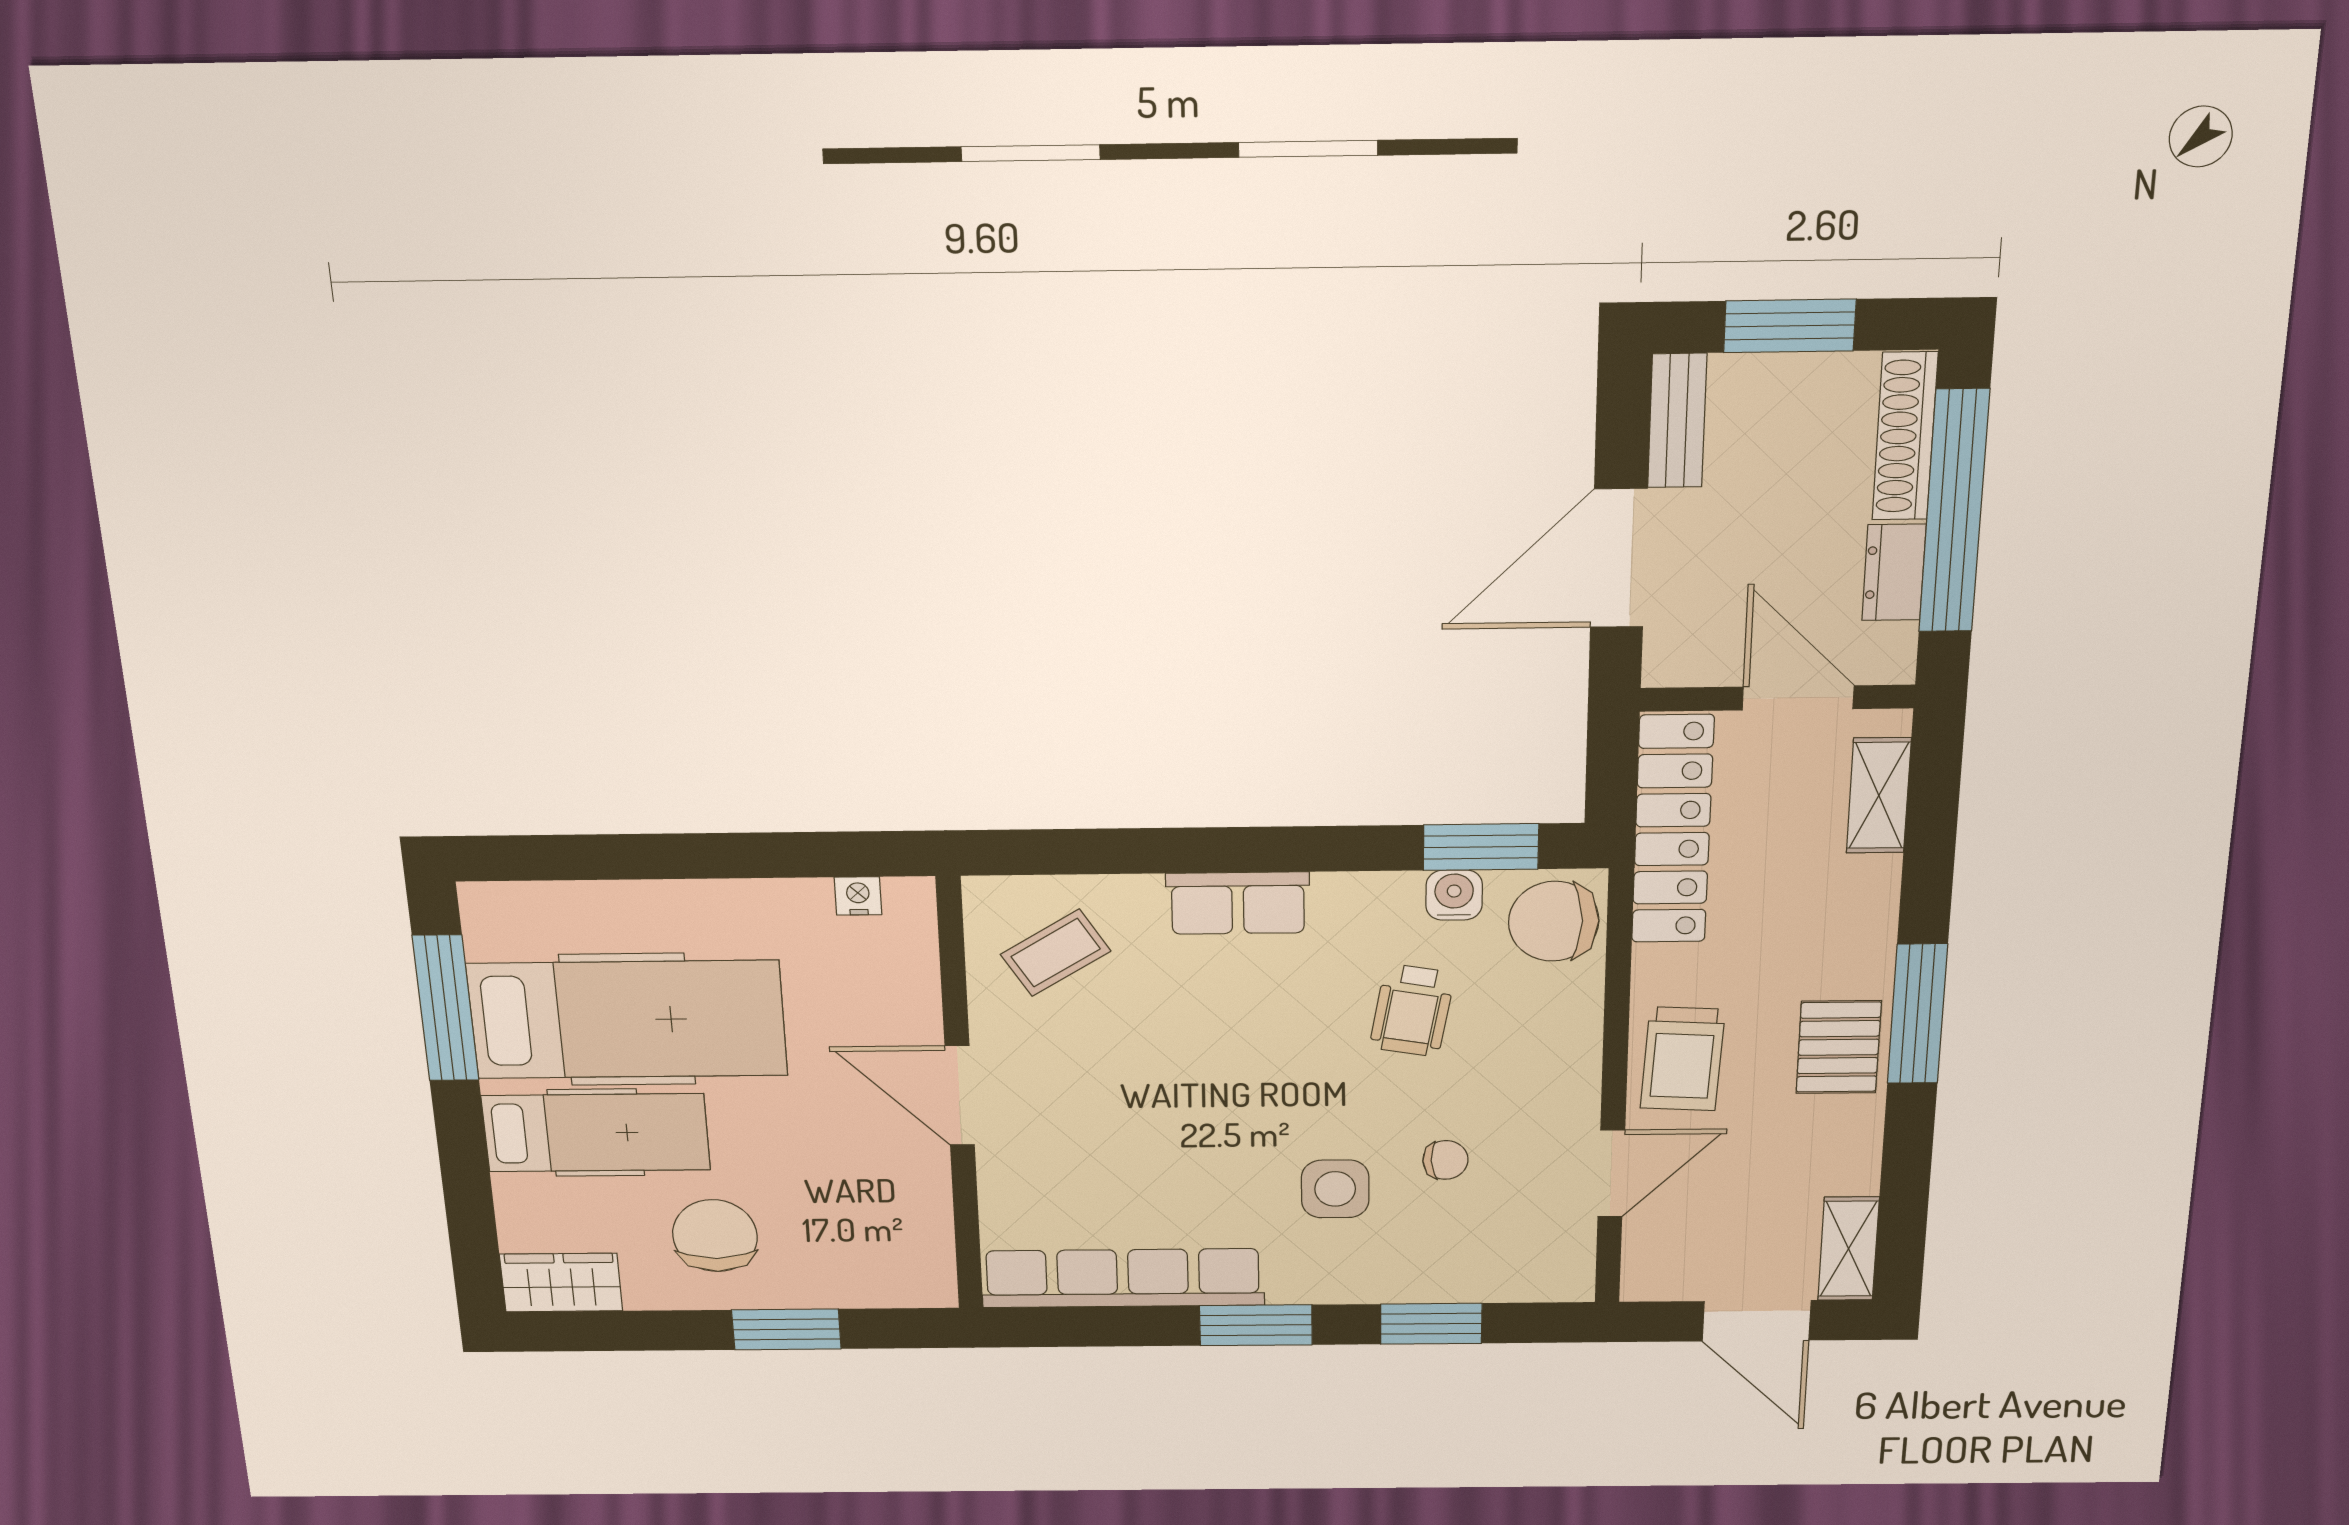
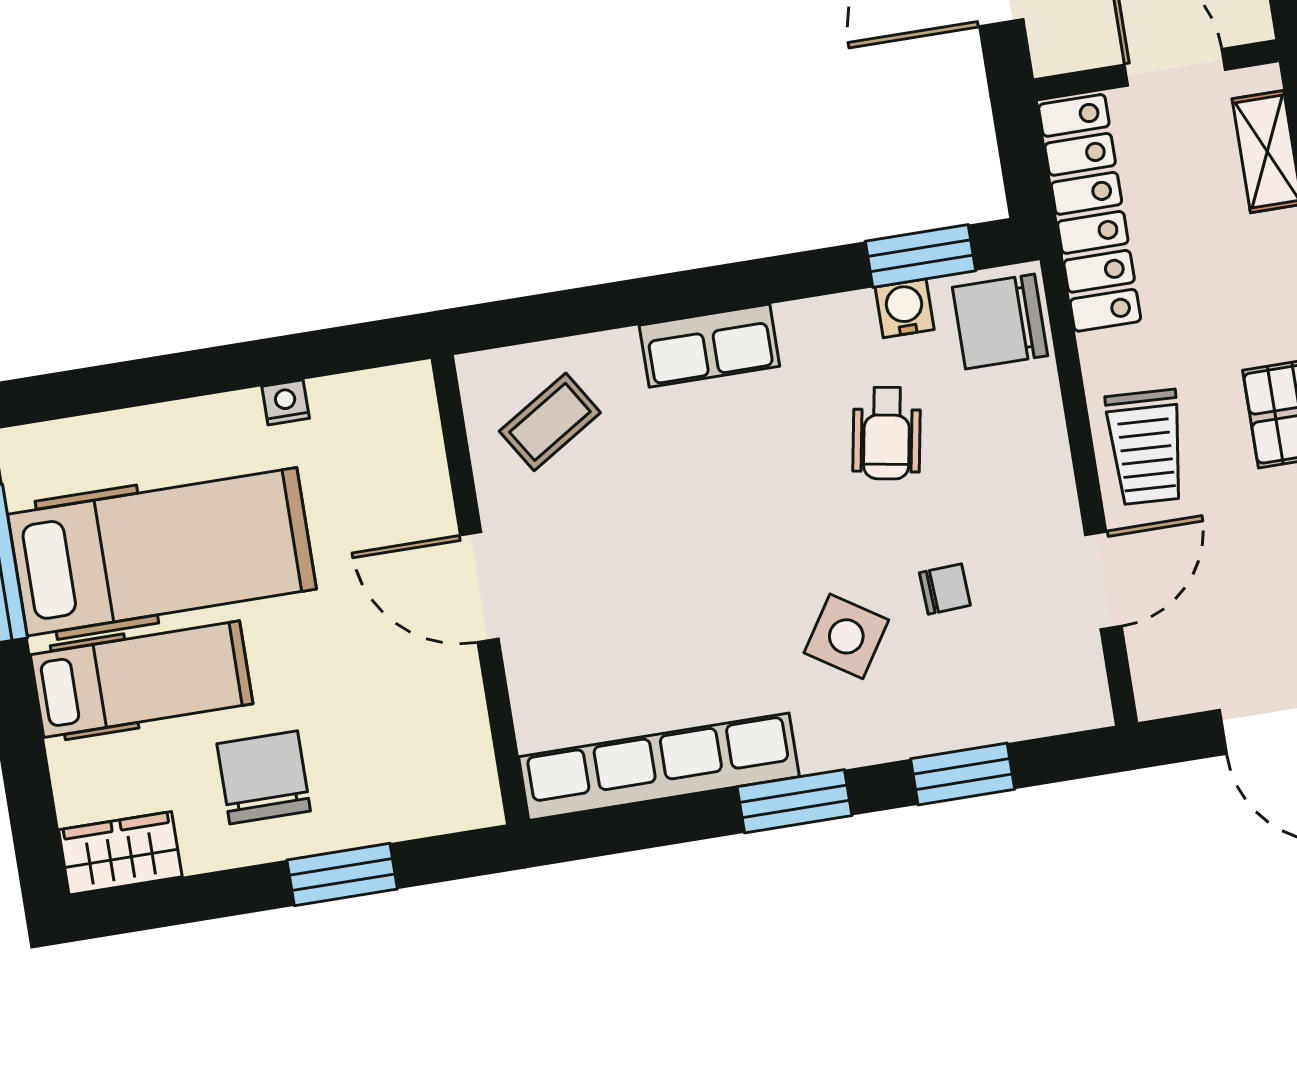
nightstand: (858, 896) -> (286, 402), moved
side table: (1335, 1189) -> (846, 636), turned 33

